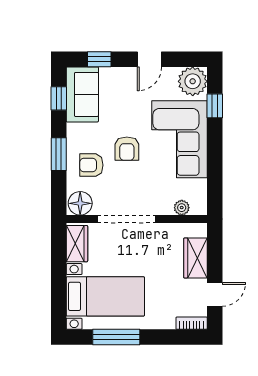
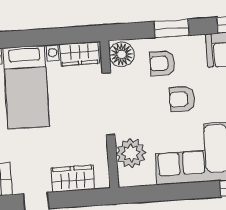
armchair: (91, 165) -> (162, 63), turned -90
plant: (182, 208) -> (131, 153), width x1.88, depth x1.88

